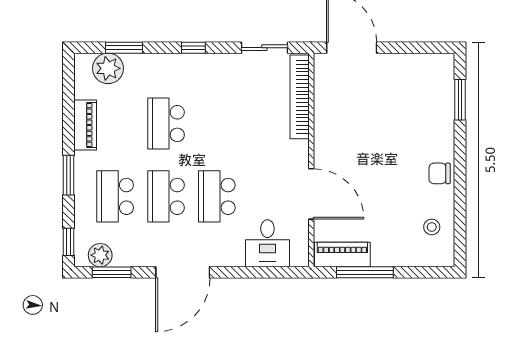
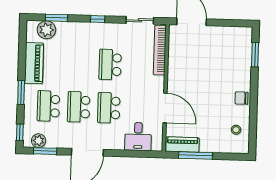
school desk: (166, 124) -> (110, 65), moved
piano: (85, 125) -> (34, 63), width x1.37, depth x1.33

